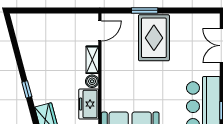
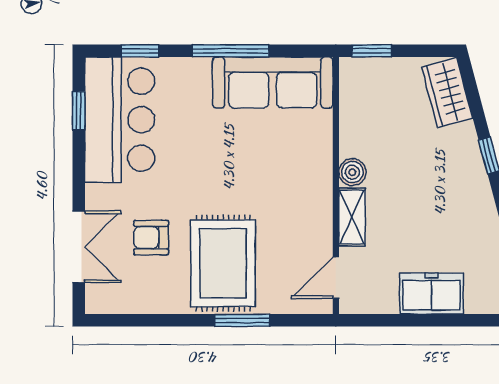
armchair: (188, 50) -> (151, 238), added
freezer: (89, 104) -> (432, 294), moved, turned -90

